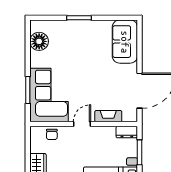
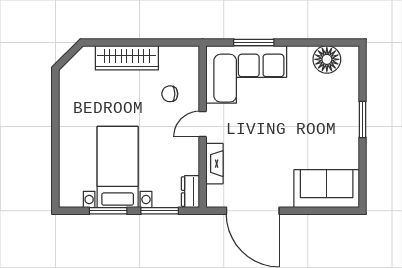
door: (82, 124) -> (203, 124), swing flipped
chair: (52, 134) -> (170, 94), moved

